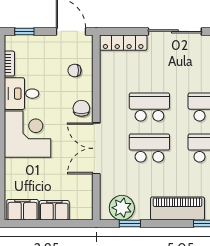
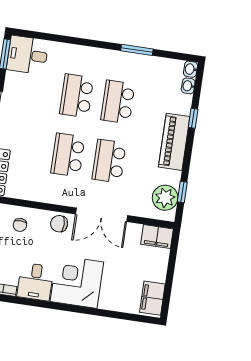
filing cabinet: (54, 210) -> (157, 237), moved, turned -90

